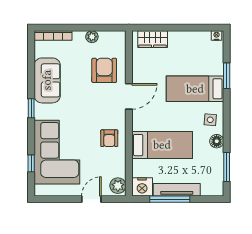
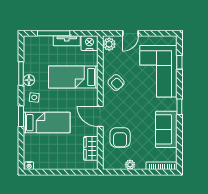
wardrobe: (153, 39) -> (91, 148), moved, turned -90
window: (227, 76) -> (21, 116), moved
door: (129, 96) -> (100, 116), hinge flipped
armchair: (109, 138) -> (116, 83), turned 137
window: (227, 167) -> (21, 73), moved
tv unit: (177, 190) -> (67, 41), width x0.71
window: (170, 199) -> (54, 33), moved

